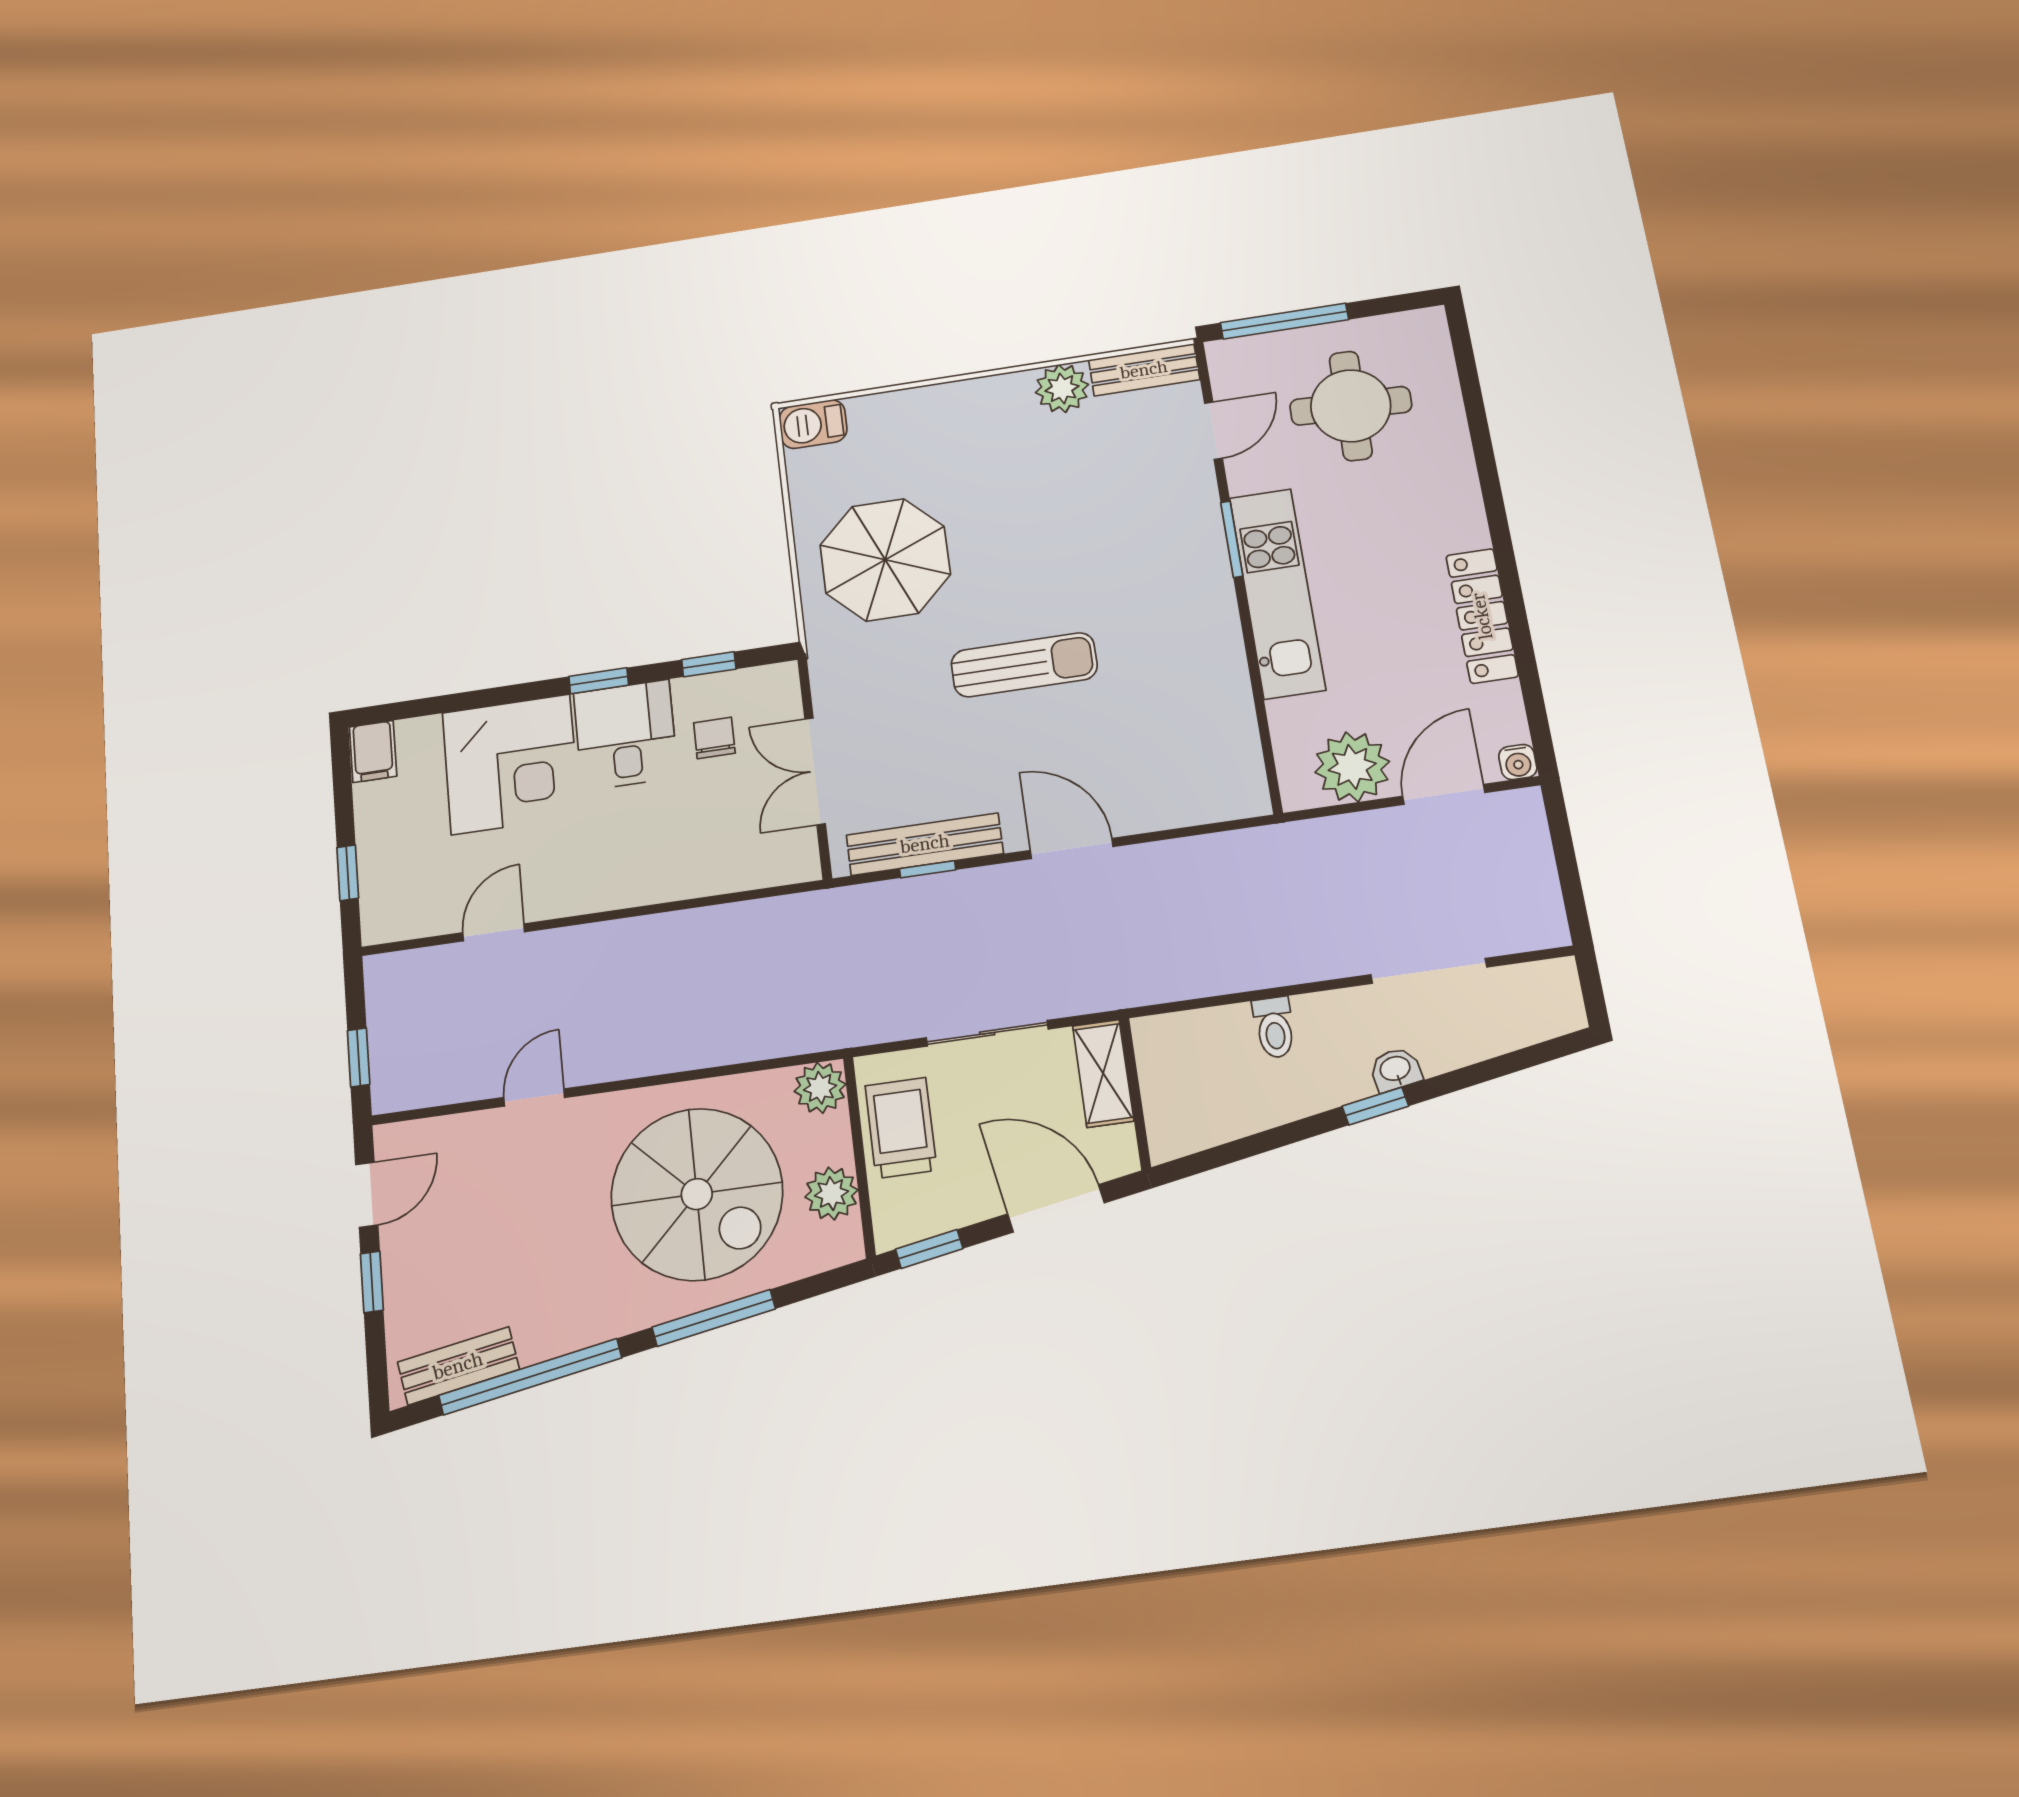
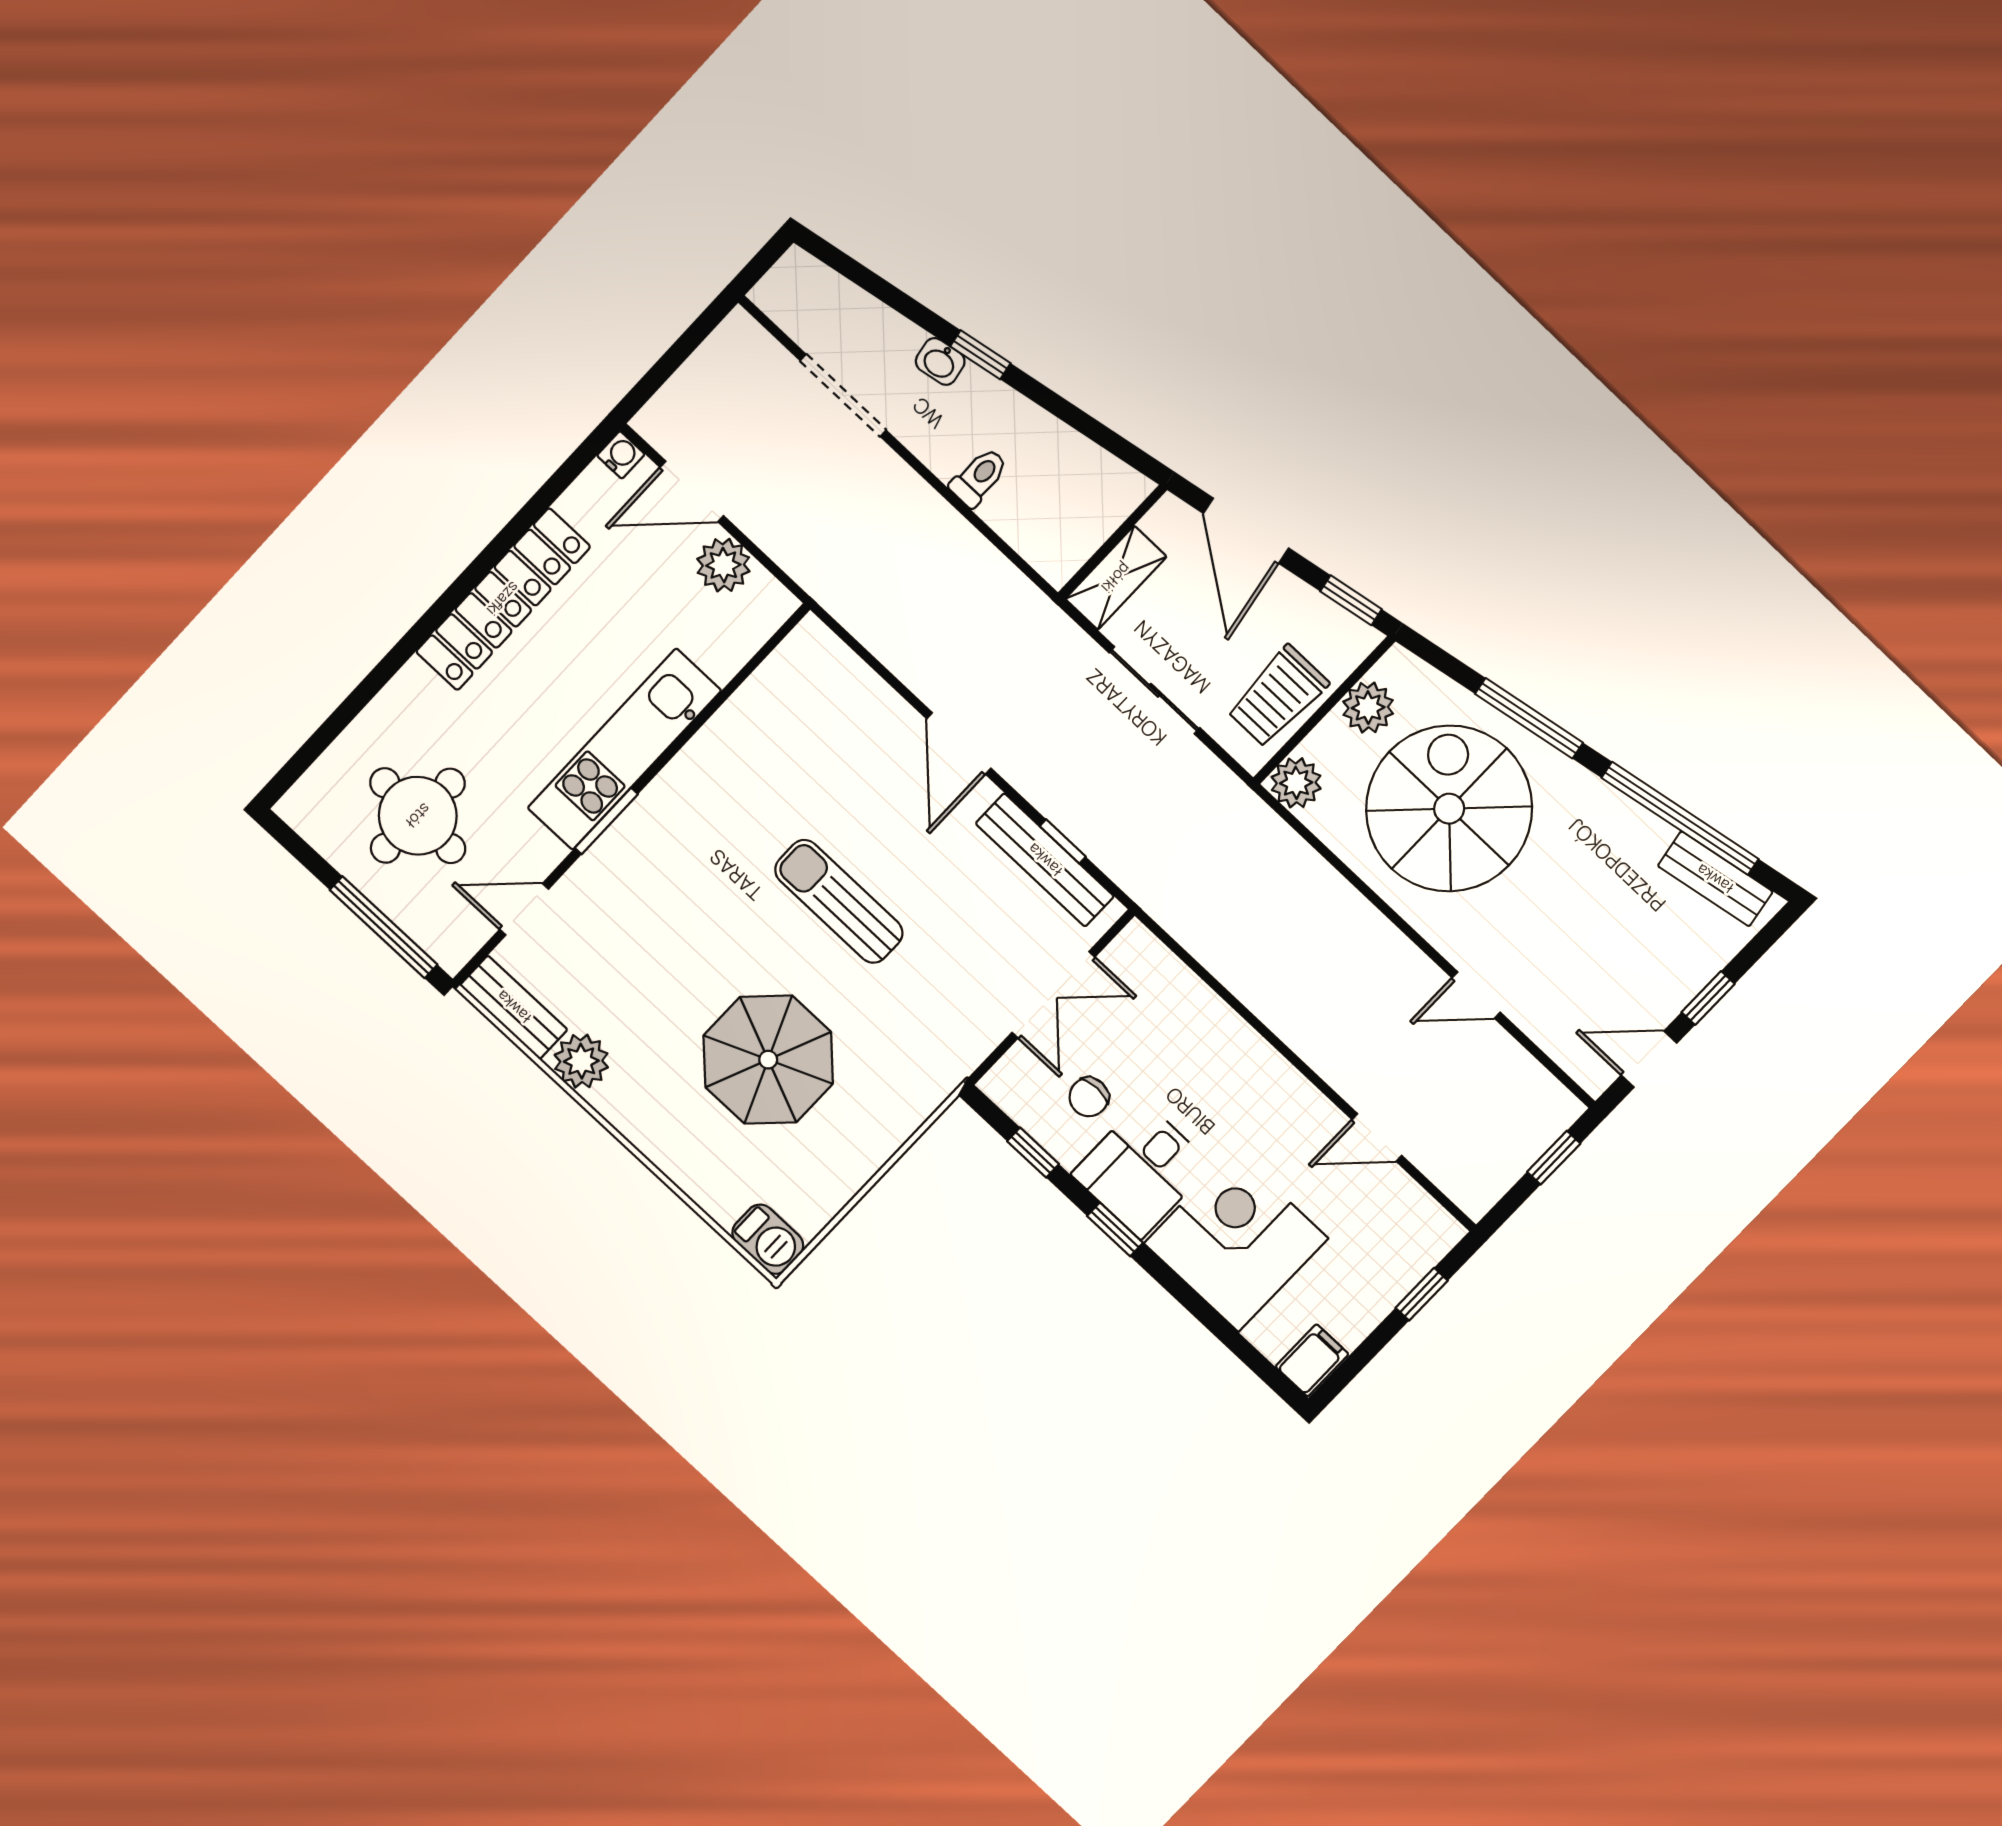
parasol: (885, 560) -> (768, 1060), moved
locker: (1482, 616) -> (503, 599), width x1.41, depth x1.21
plant: (1352, 767) -> (723, 565), width x0.73, depth x0.73

